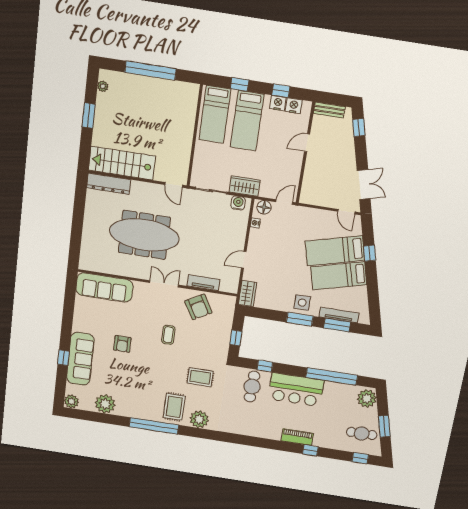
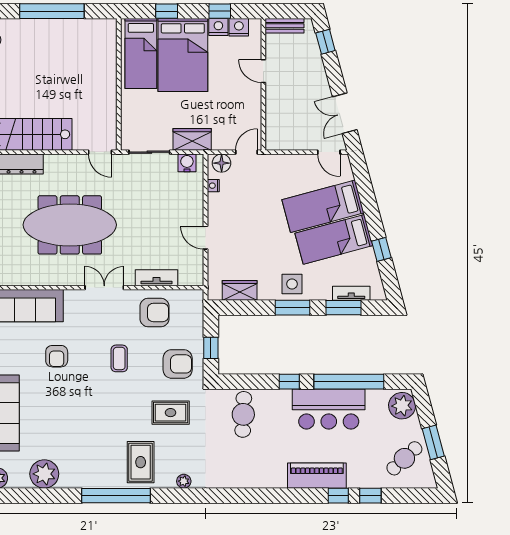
bed: (247, 121) -> (183, 55), width x1.50
door: (307, 143) -> (263, 71), hinge flipped
double door: (364, 185) -> (345, 113), swing flipped
window: (370, 253) -> (381, 249), moved
door: (244, 260) -> (206, 238), hinge flipped
wardrobe: (247, 293) -> (240, 290), moved, turned -90
armchair: (198, 307) -> (154, 312), turned -60
tv unit: (339, 315) -> (351, 293), width x0.71
armchair: (122, 344) -> (57, 356), moved
armchair: (210, 345) -> (178, 364), added
window: (265, 366) -> (289, 382), moved
bar counter: (296, 390) -> (329, 409), moved
plant: (199, 419) -> (184, 481), width x0.53, depth x0.53
cafe table: (362, 433) -> (404, 458), turned -43
piano: (297, 437) -> (317, 476), width x1.37, depth x1.33
window: (360, 458) -> (370, 496), moved

